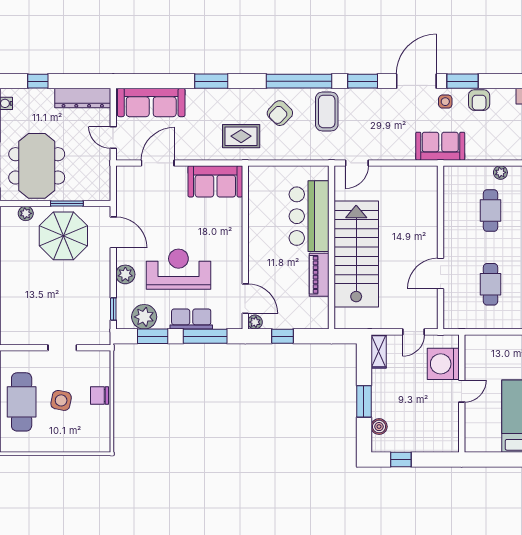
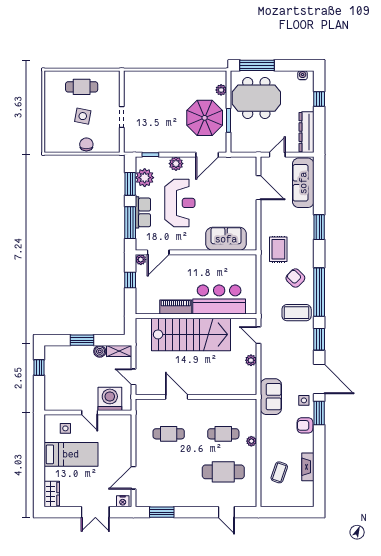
plant: (391, 173) -> (251, 360), added
sofa: (215, 181) -> (226, 239), moved, turned 90
cafe table: (22, 402) -> (82, 87), width x0.73, depth x0.74
side table: (483, 424) -> (65, 428), added
boiler: (379, 427) -> (100, 351), moved

